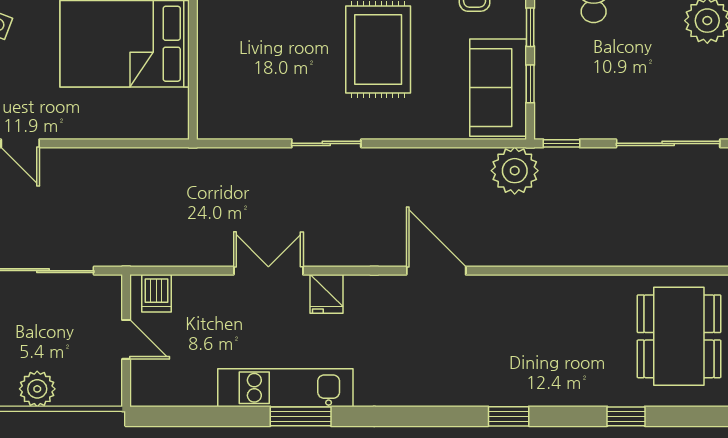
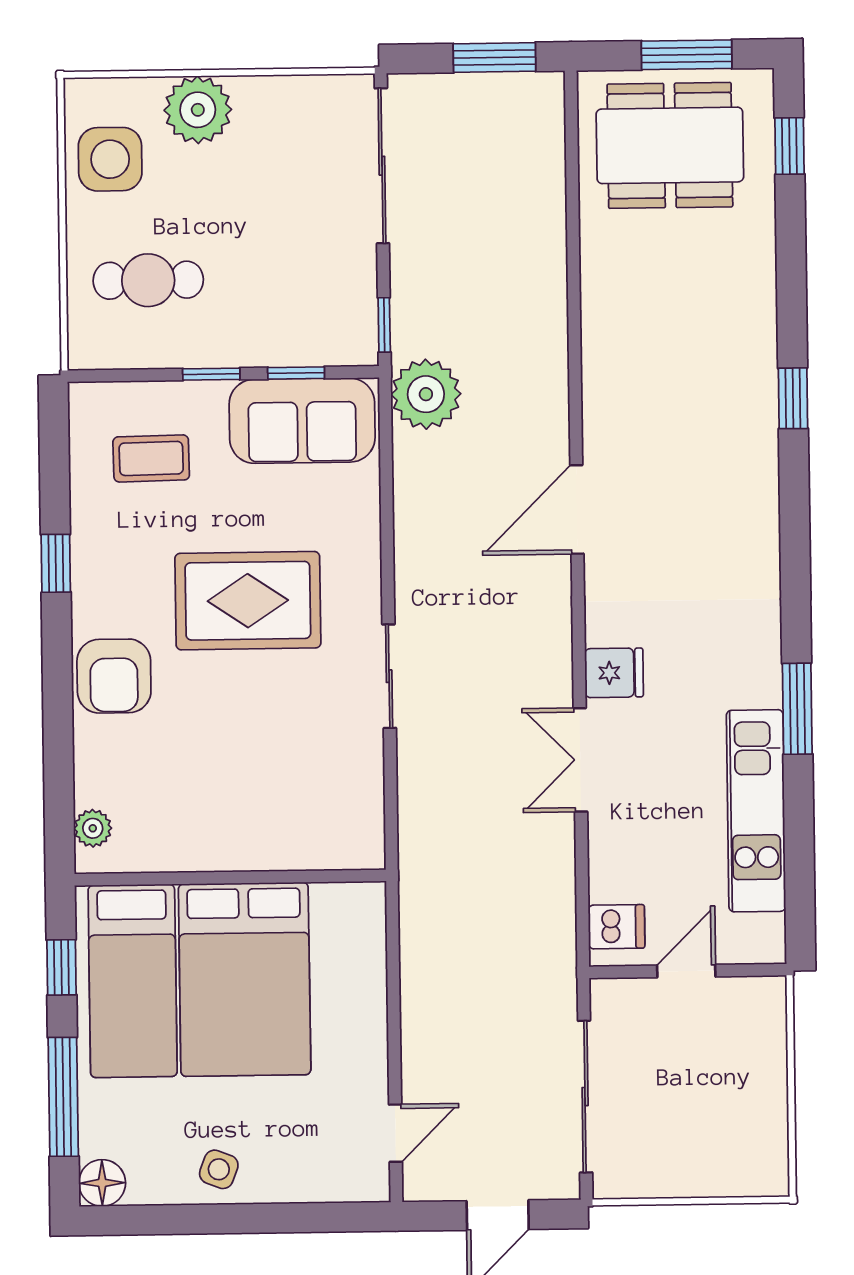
kitchen unit: (285, 388) -> (756, 811), moved
plant: (37, 389) -> (762, 1103), removed
window: (626, 416) -> (789, 146), moved

